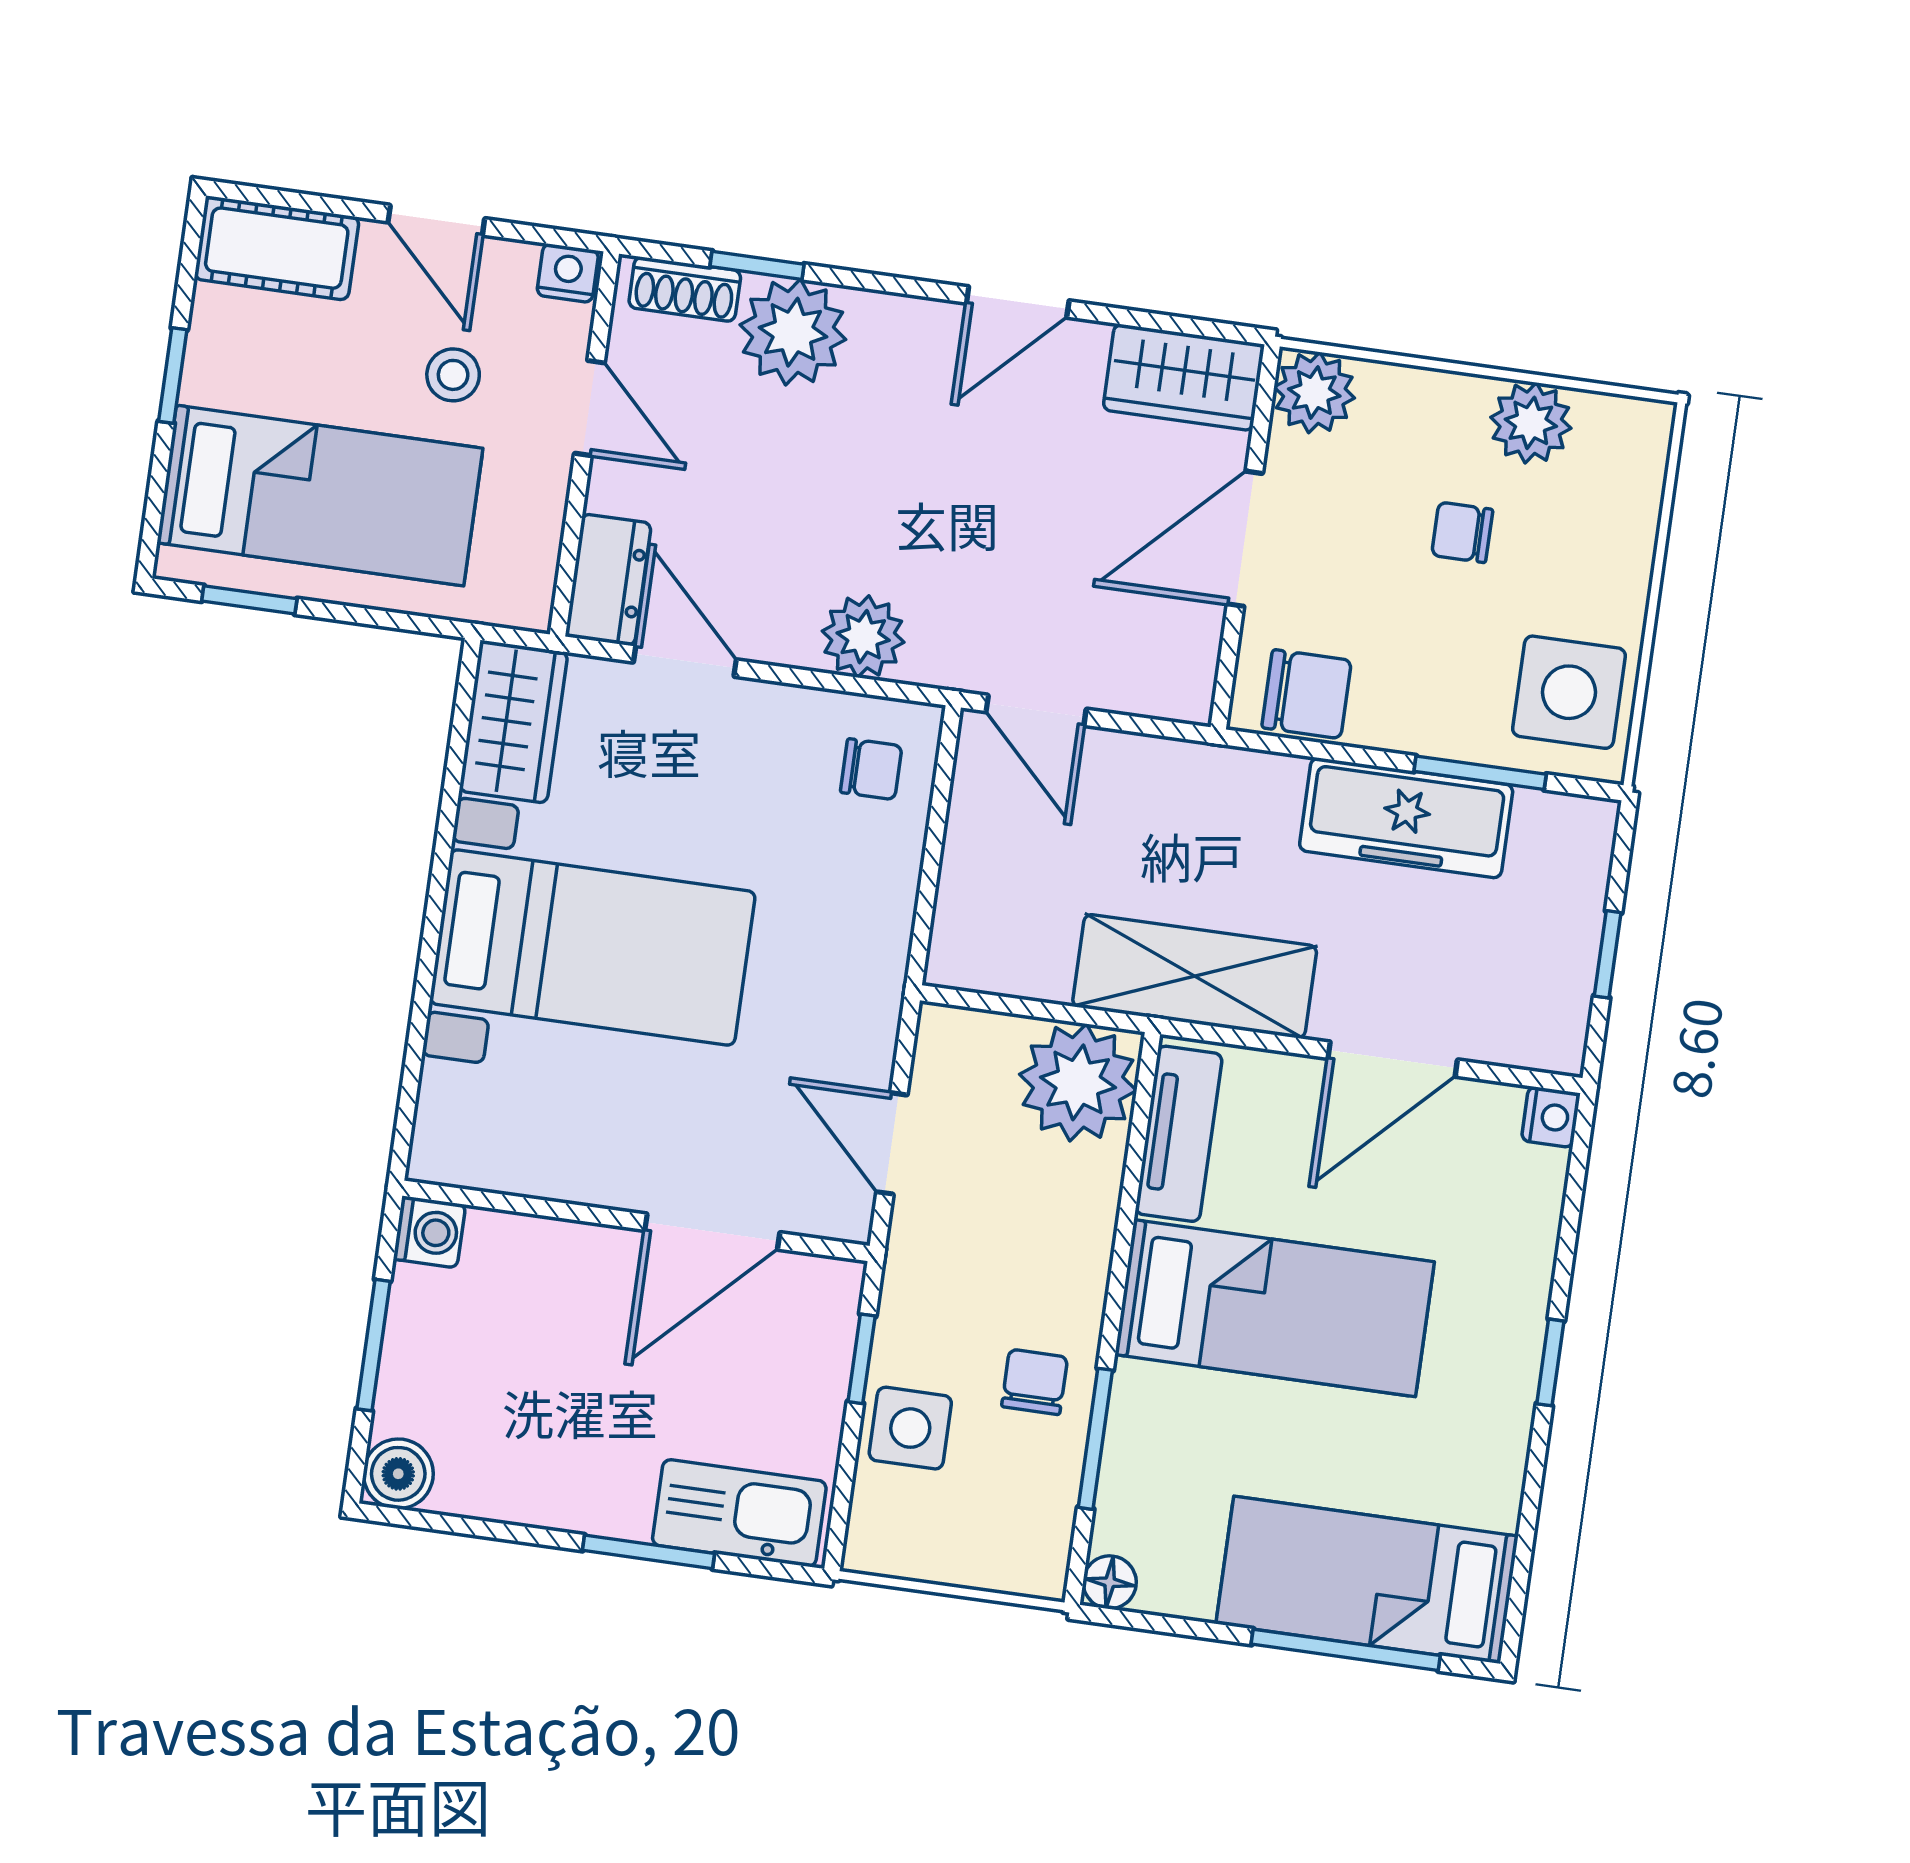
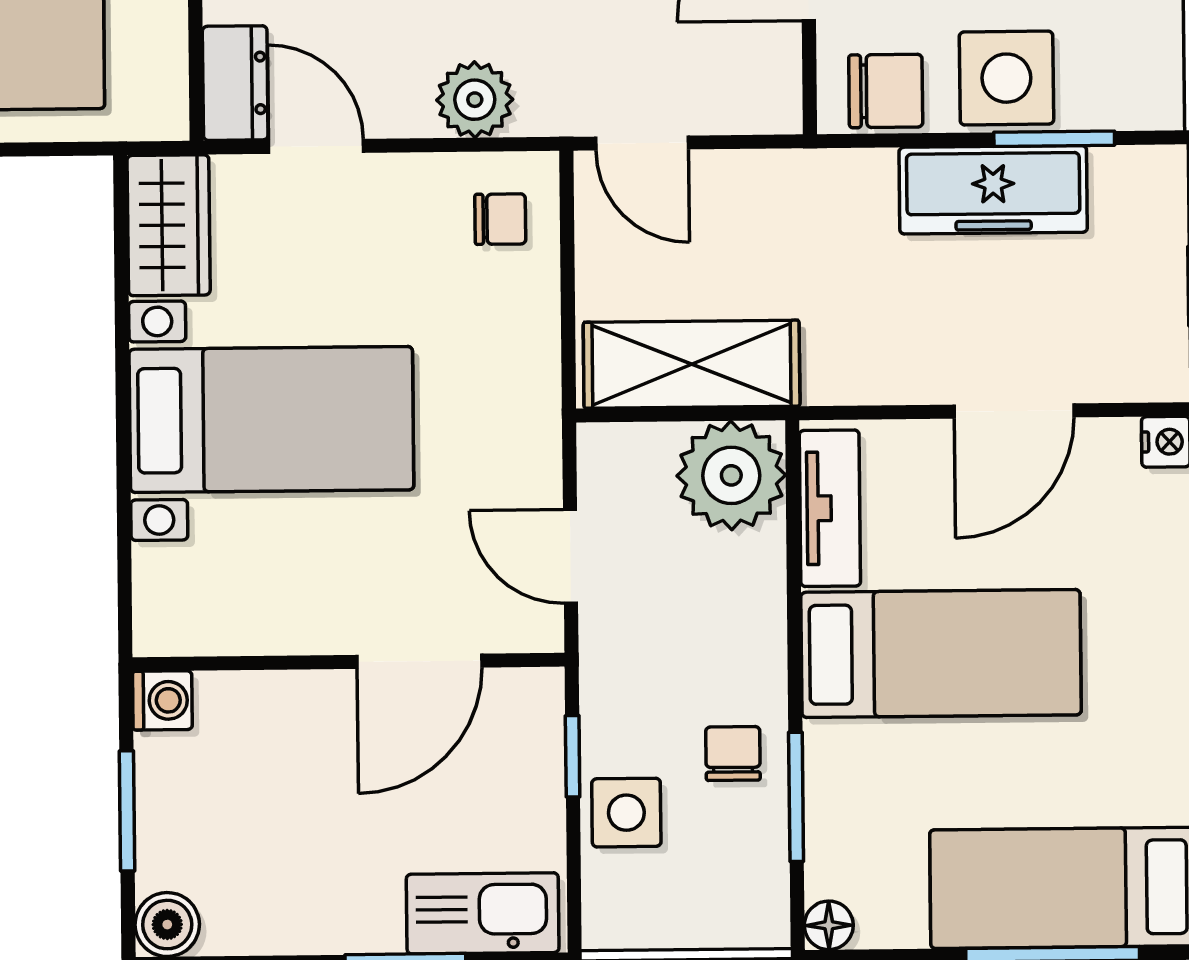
side table: (1569, 692) -> (1006, 78), moved
shelving: (1195, 976) -> (692, 364), moved

